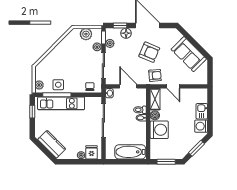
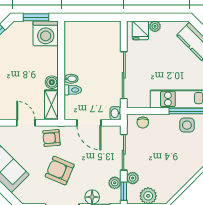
washing machine: (159, 130) -> (46, 33), moved, turned -90
bathtub: (130, 152) -> (86, 31), removed

